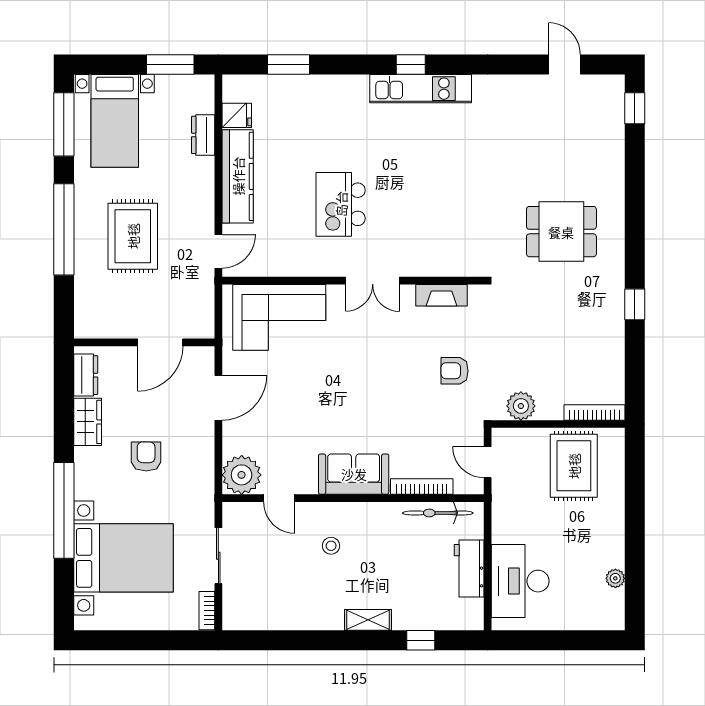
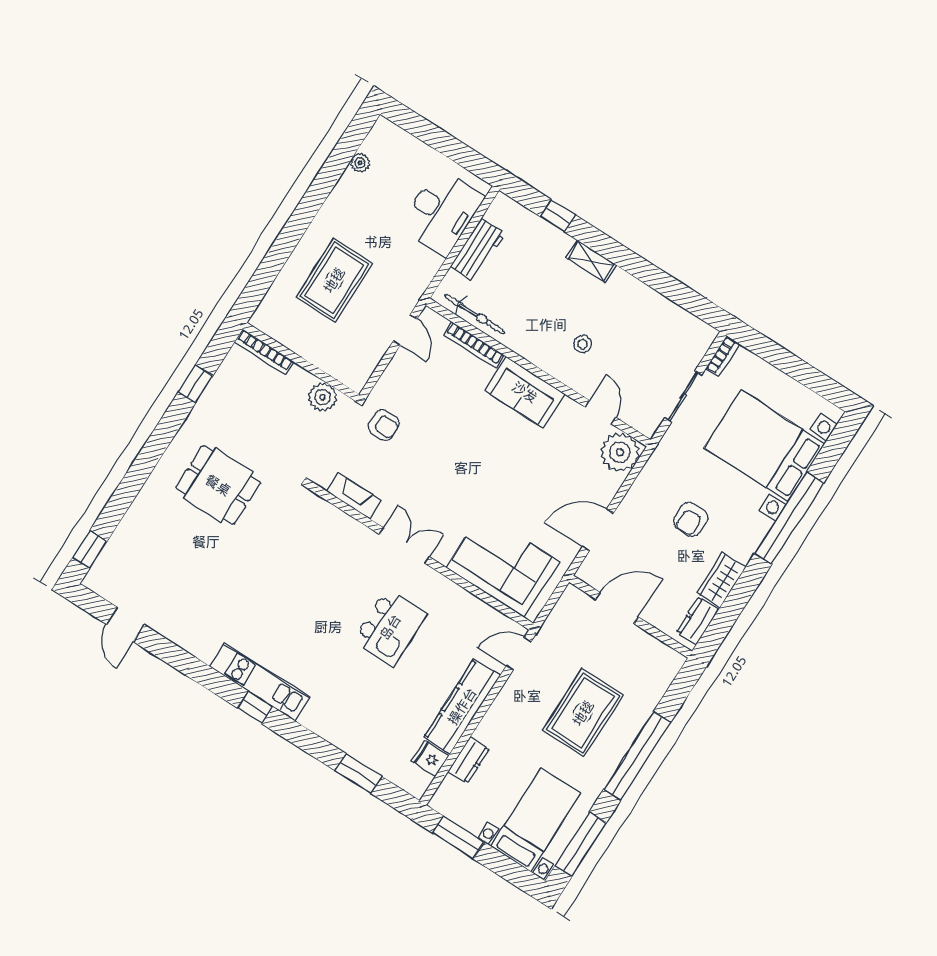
plant: (521, 406) -> (323, 397), moved
bookcase: (594, 412) -> (264, 352), moved
wall: (558, 424) -> (301, 362), moved

